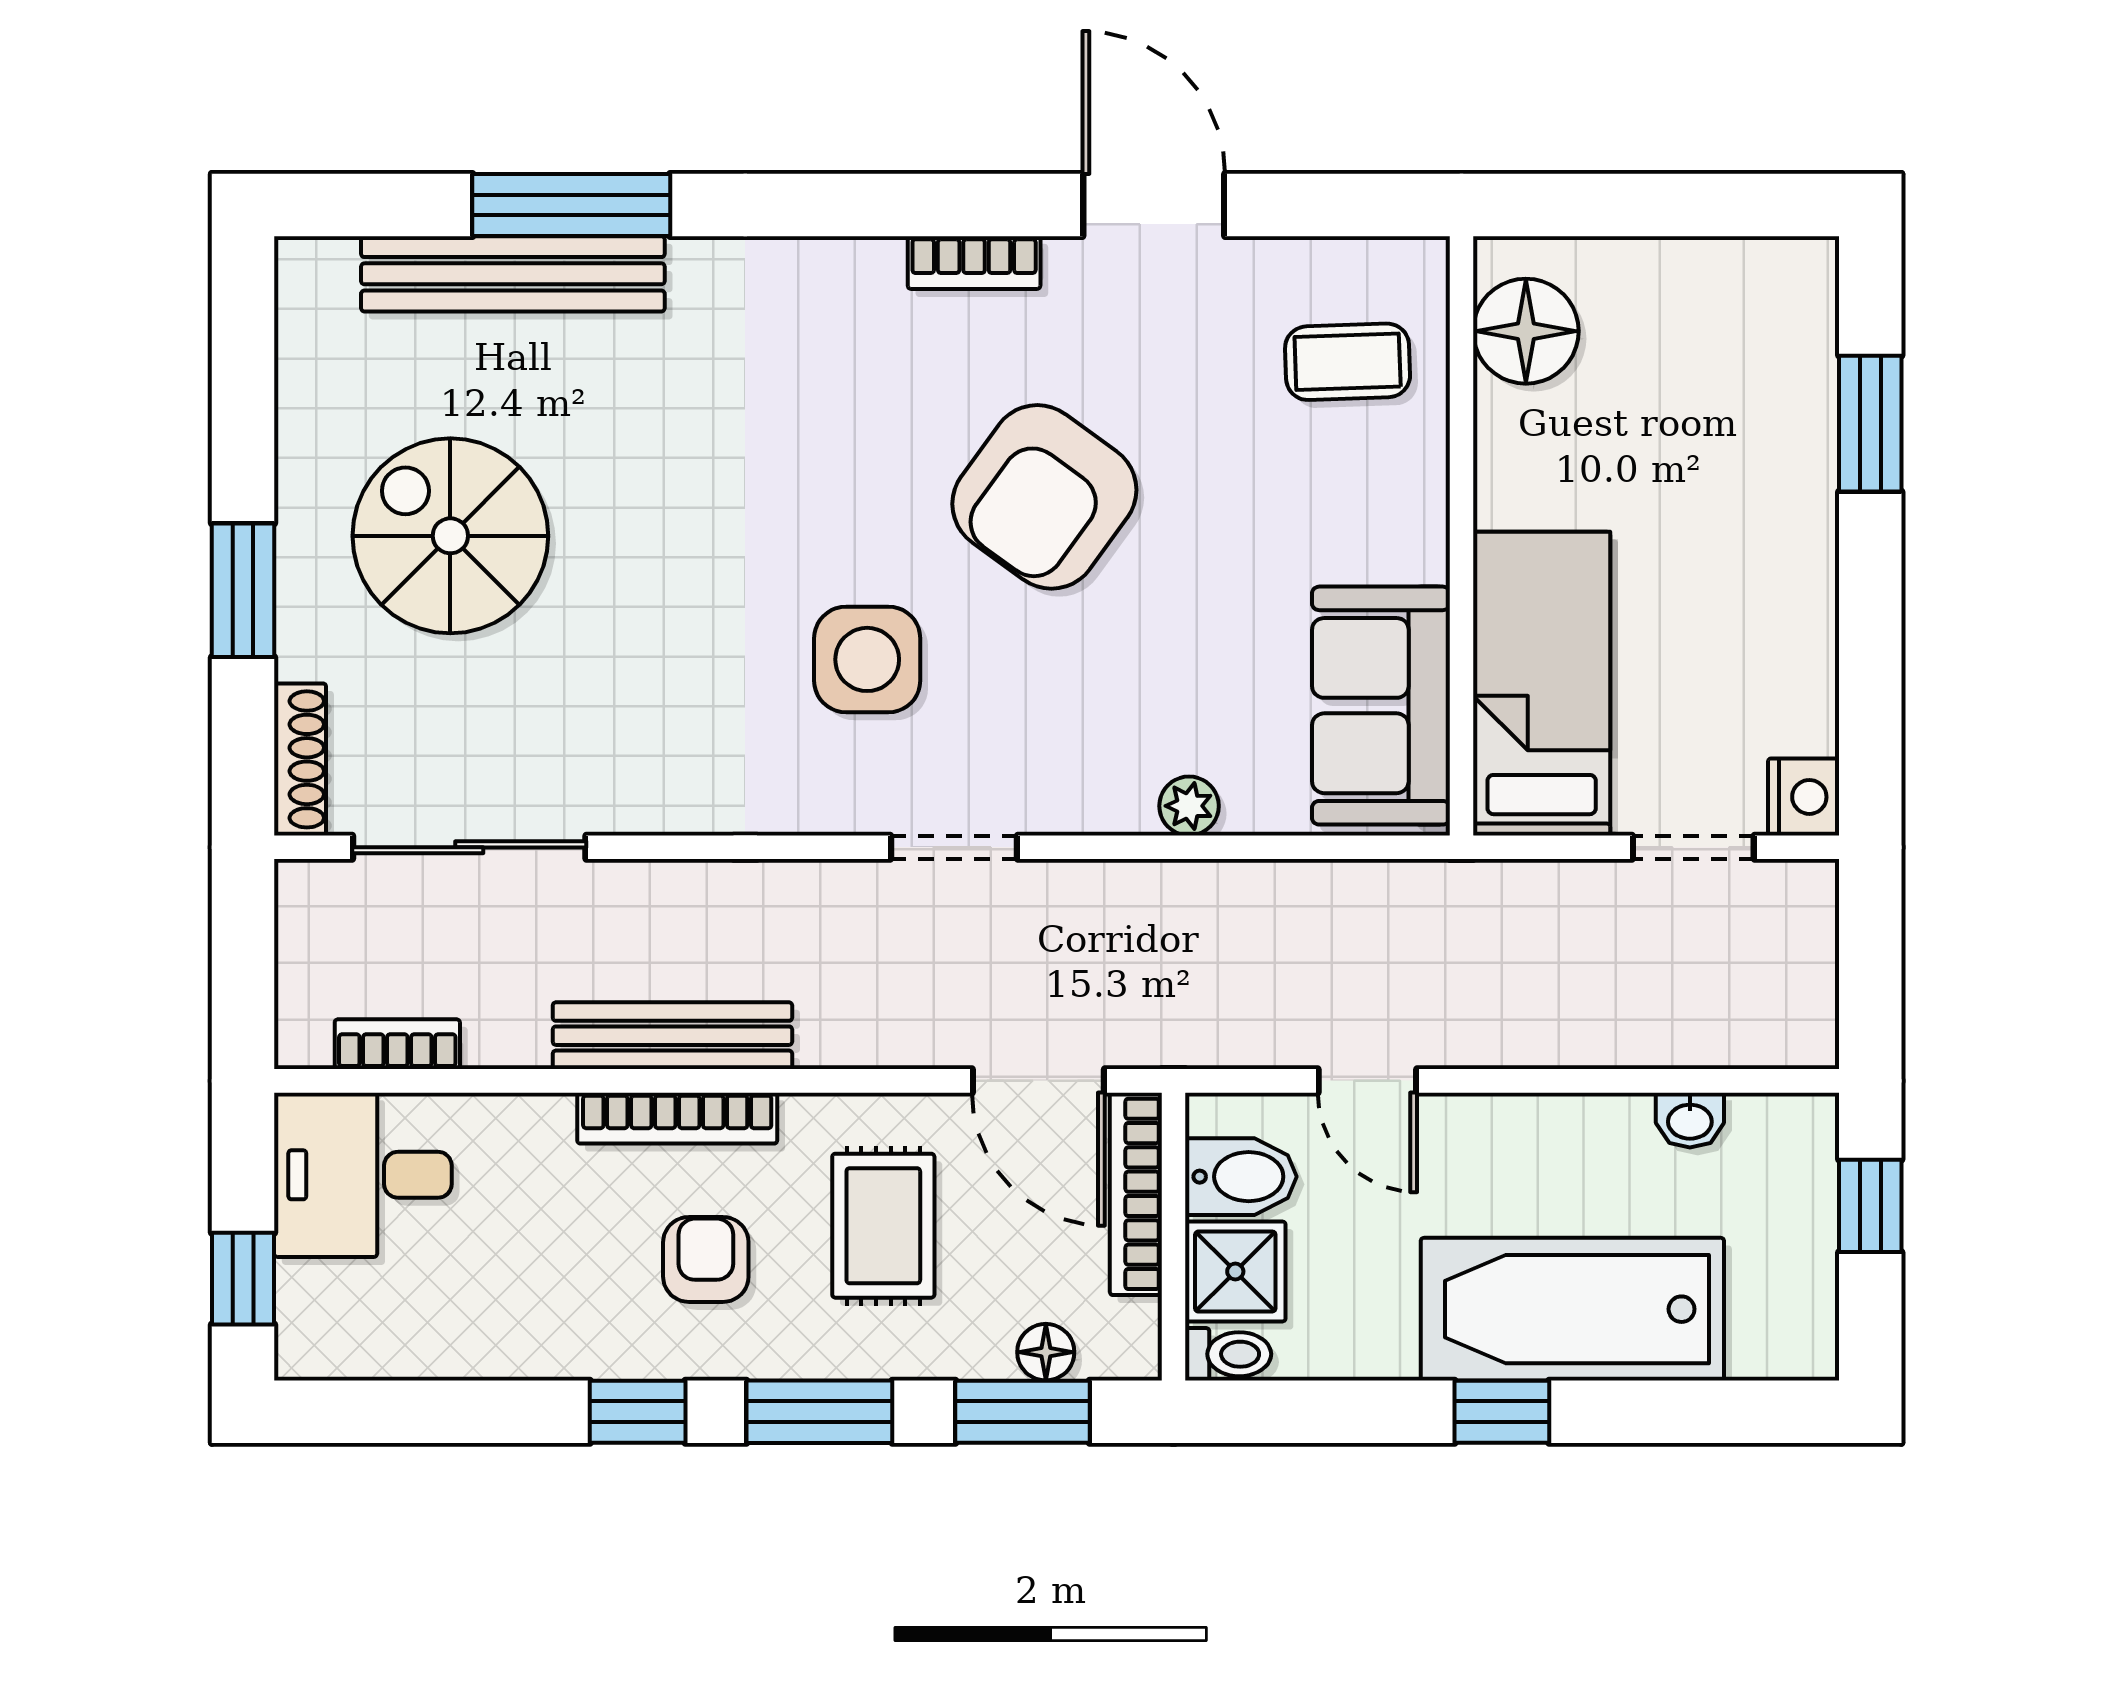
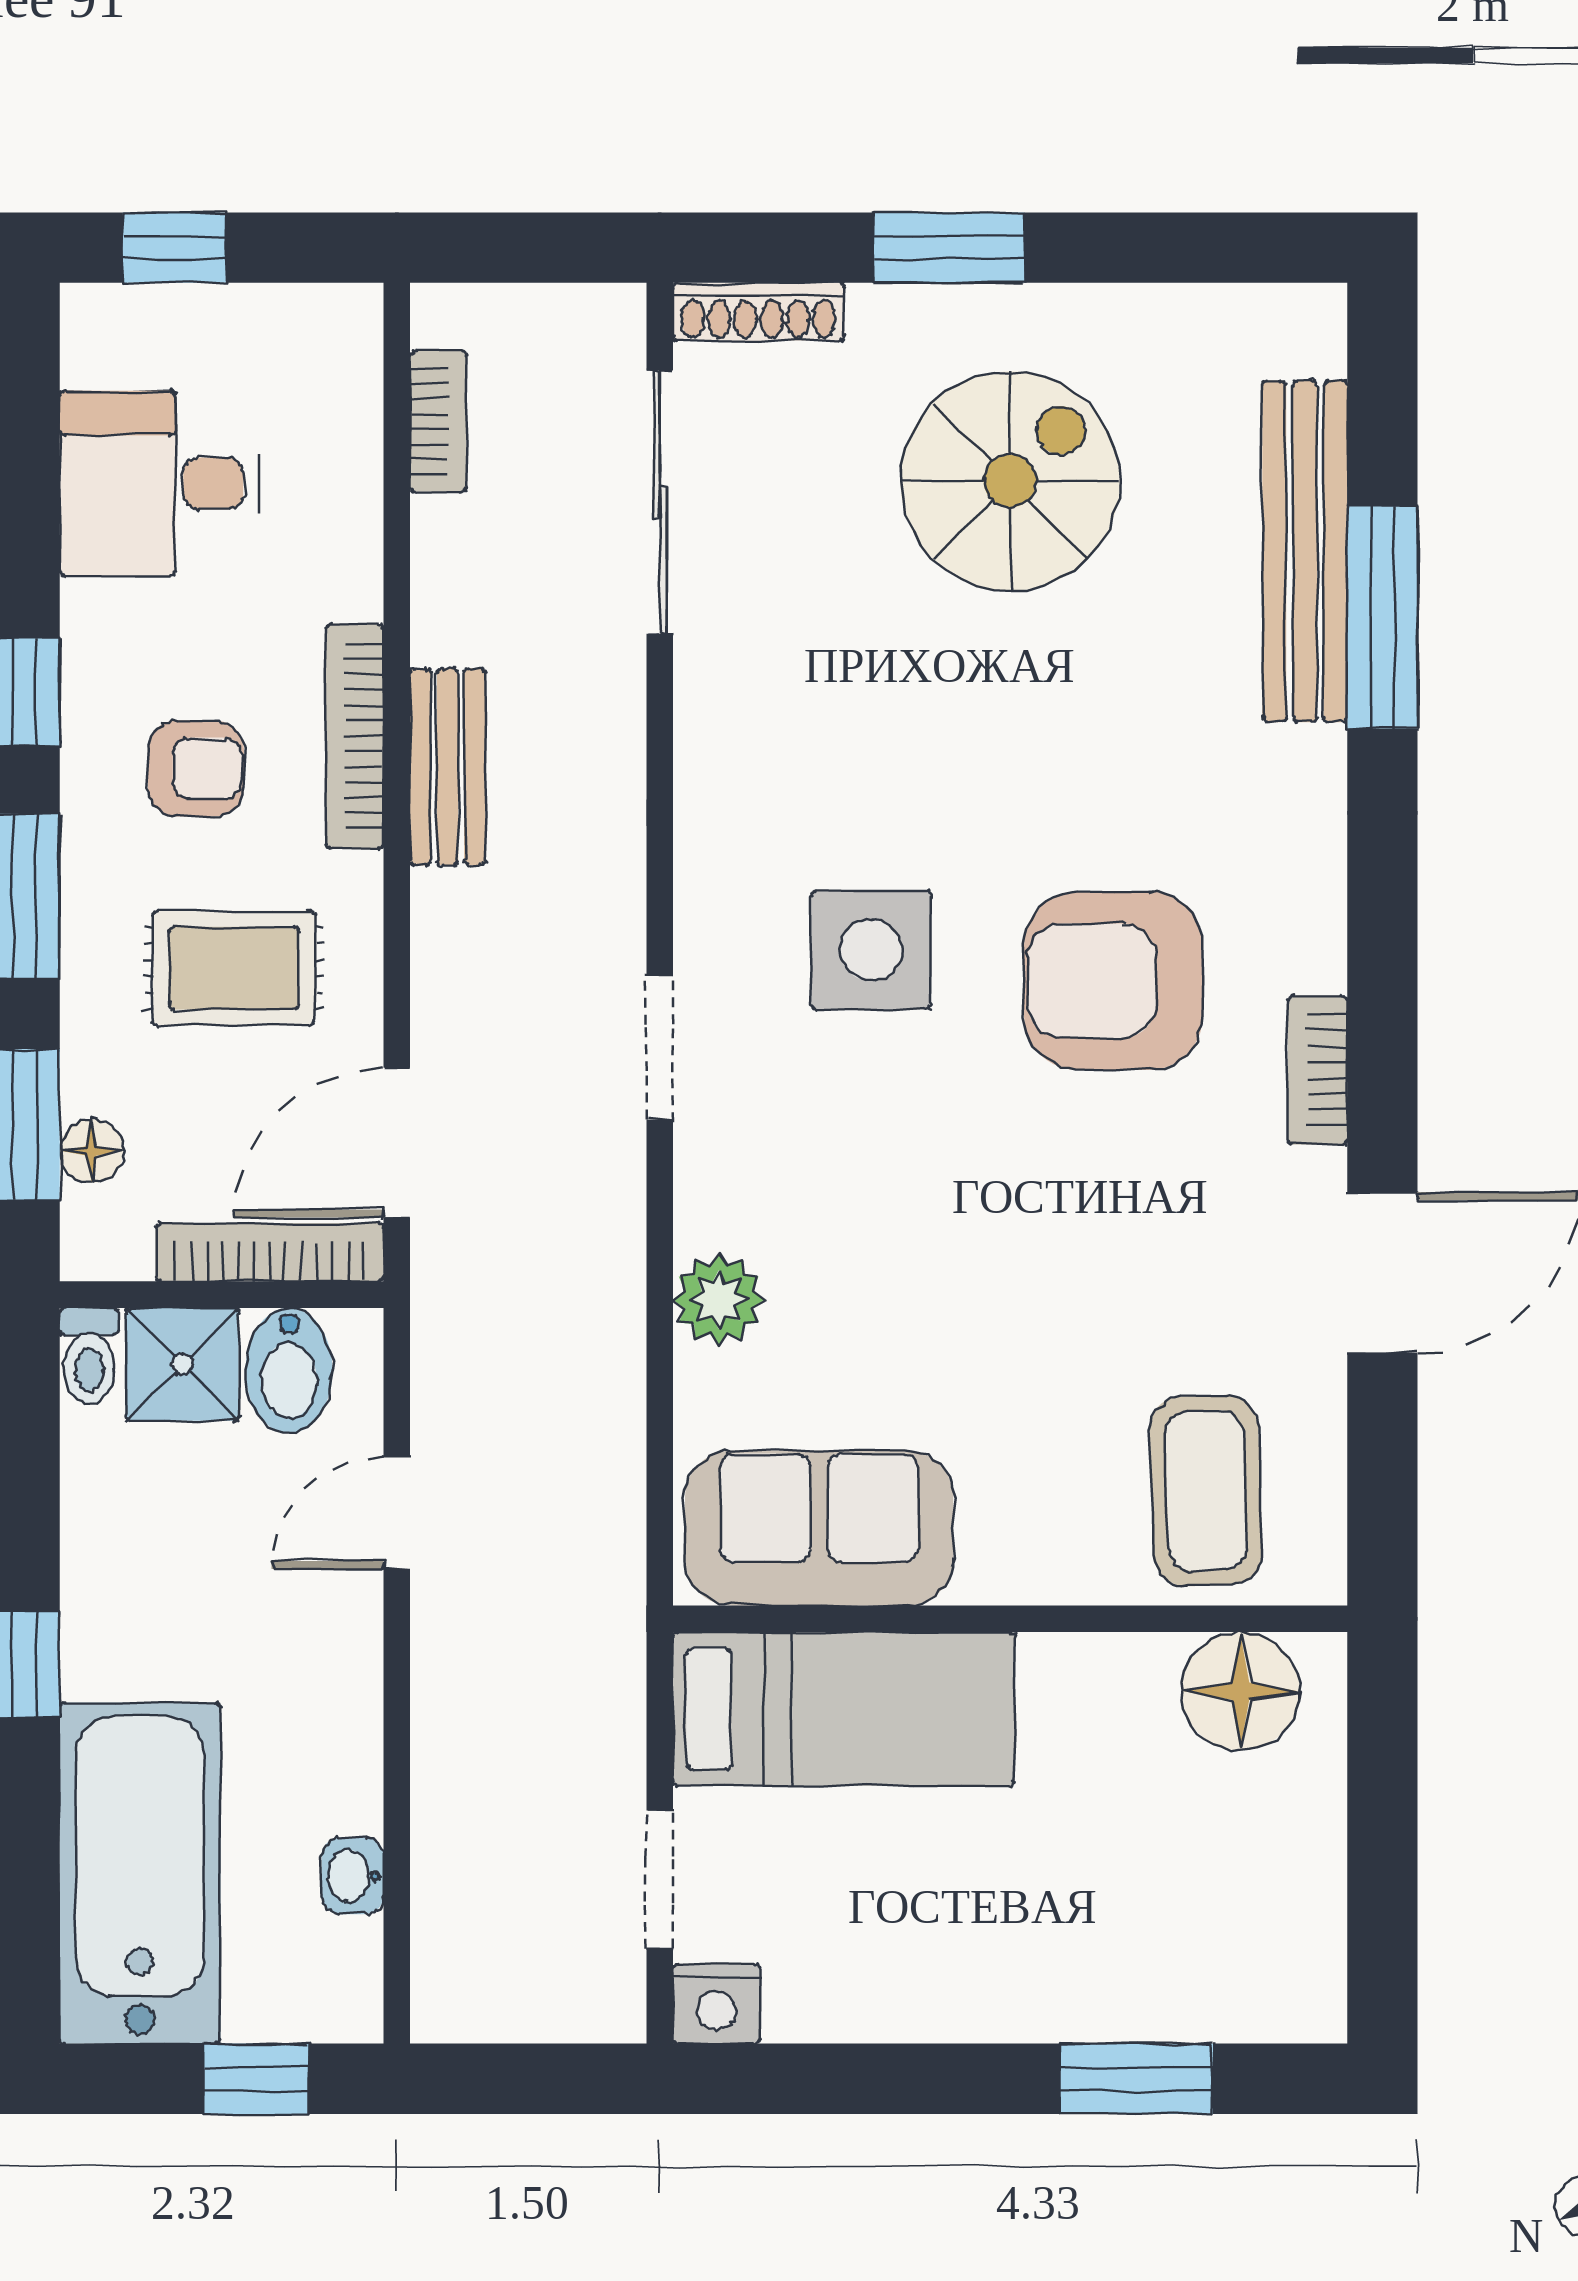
coffee table: (1348, 362) -> (1206, 1491), width x1.36, depth x1.30
armchair: (1044, 497) -> (1113, 981), moved, turned -36
plant: (1189, 806) -> (719, 1300), width x1.38, depth x1.38
bench: (672, 1036) -> (448, 767), width x0.73
desk: (363, 1175) -> (159, 483), moved, turned -90
bathtub: (1572, 1309) -> (140, 1873), moved

